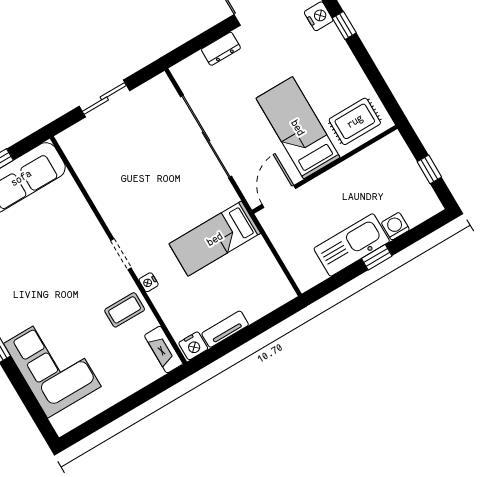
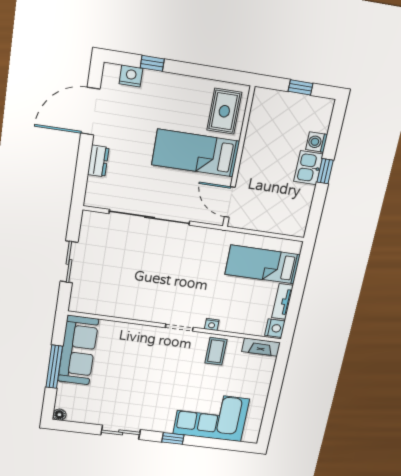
bed: (215, 239) -> (263, 264), moved, turned 90
kitchen sink: (352, 245) -> (308, 168), width x0.53, depth x0.81

